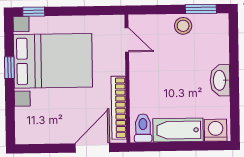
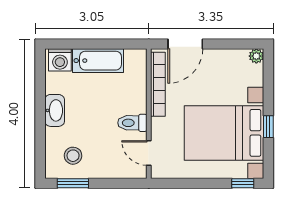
stool: (183, 26) -> (73, 156), moved
toilet: (143, 128) -> (132, 123), moved, turned 90
plant: (22, 137) -> (256, 56), added

